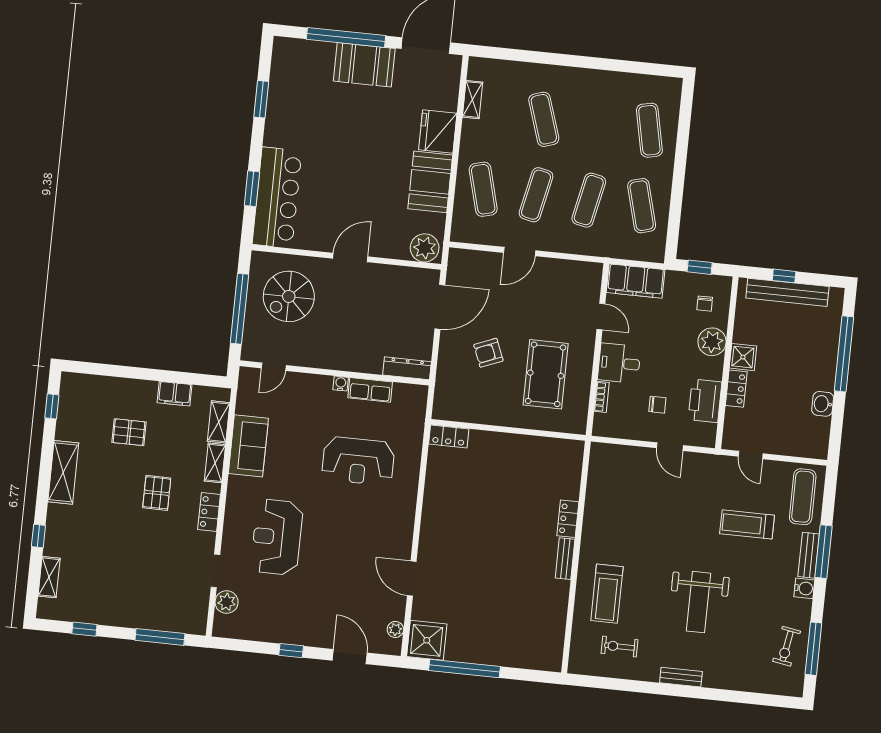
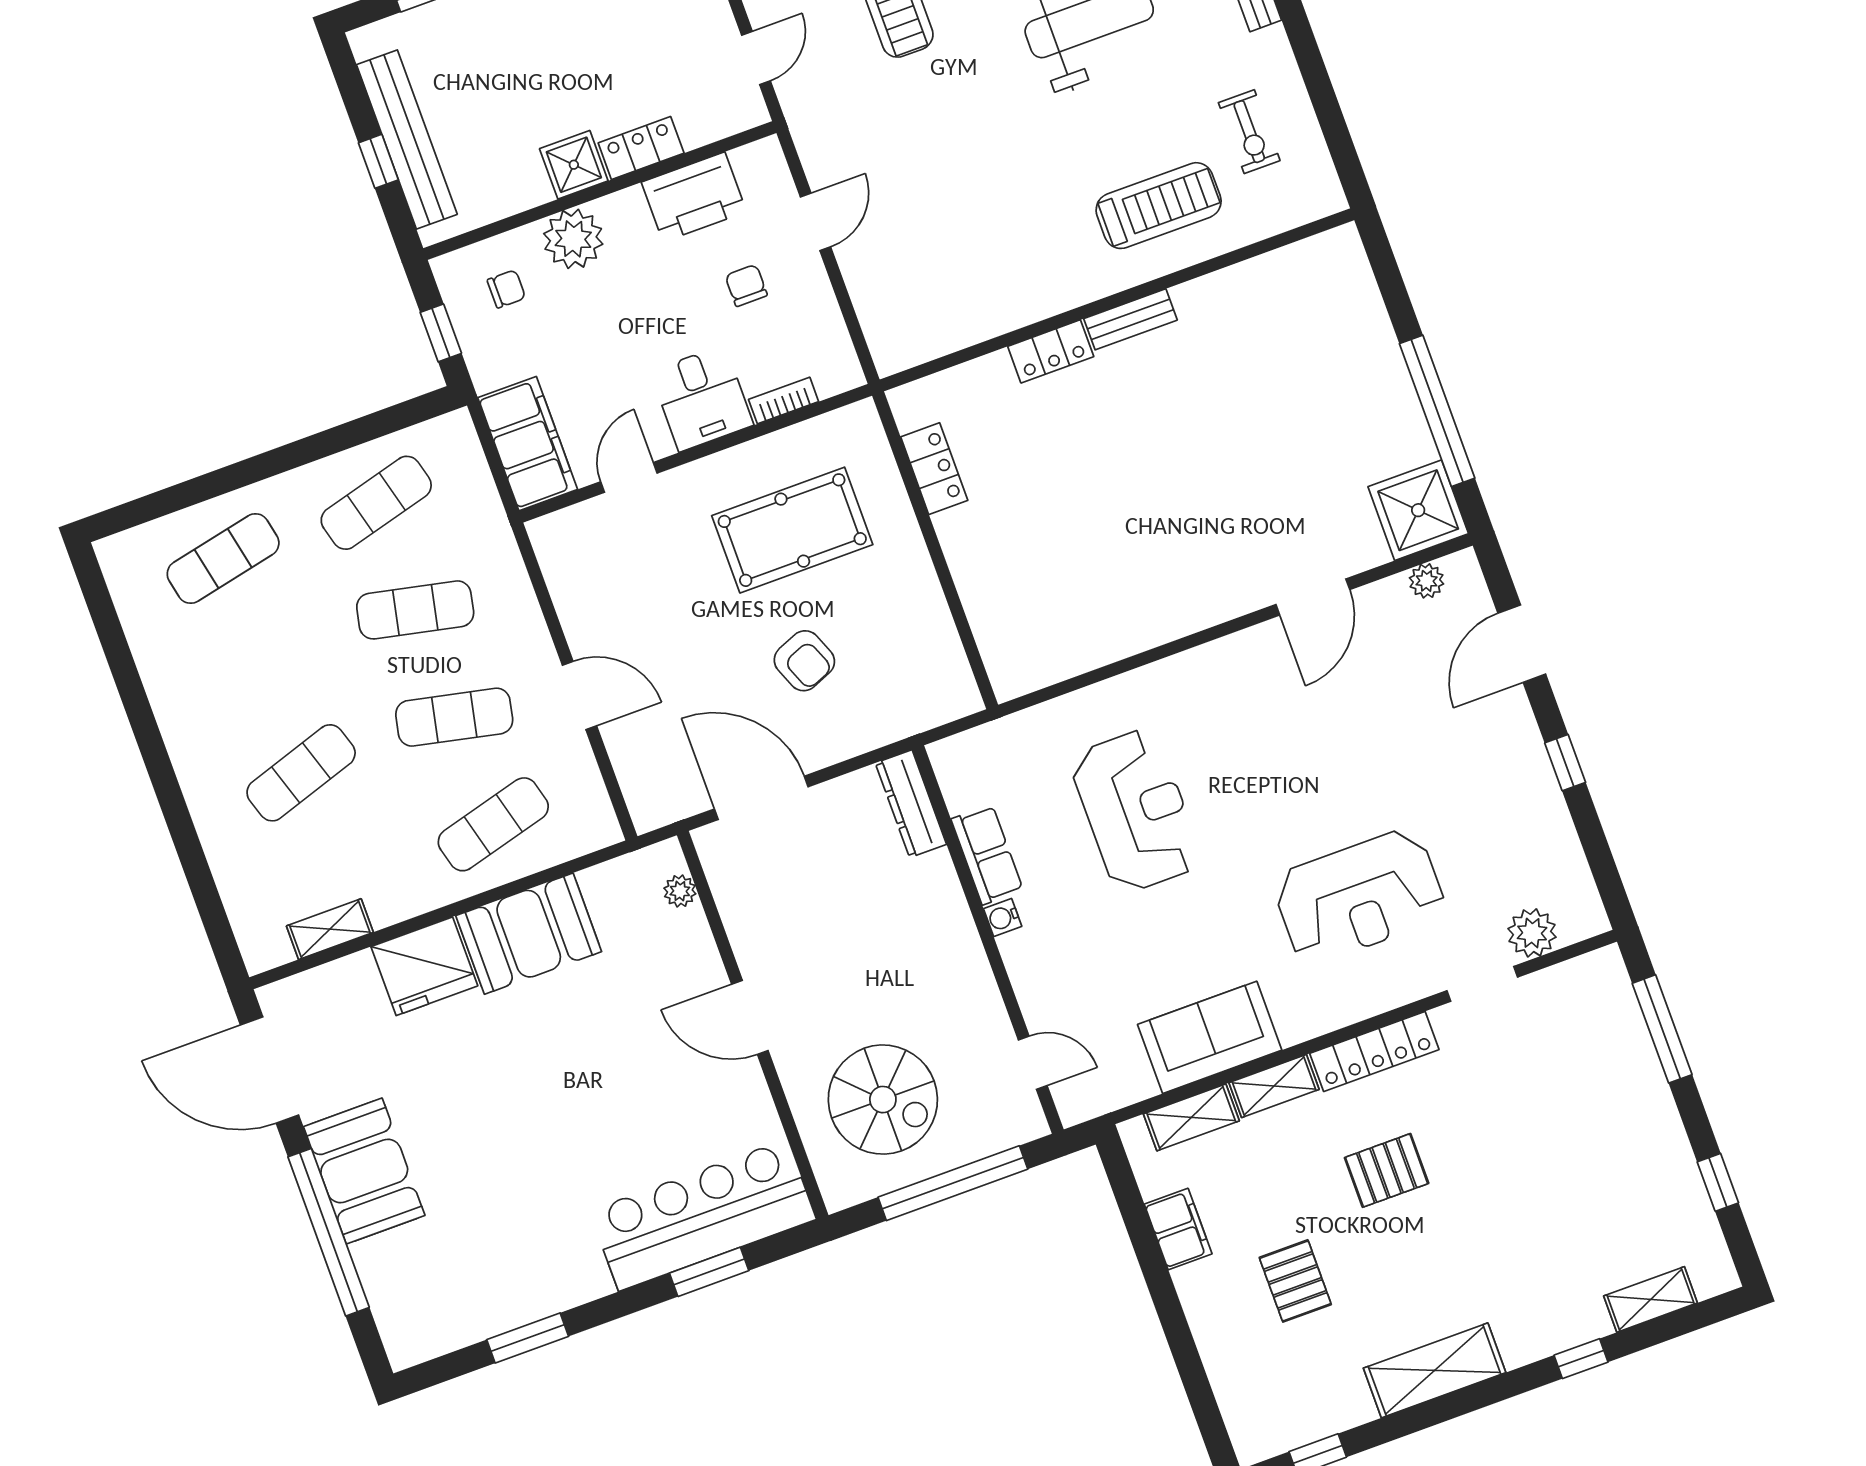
plant: (425, 248) -> (680, 891), width x0.53, depth x0.53
locker: (449, 436) -> (934, 469), moved
locker: (209, 512) -> (1374, 1051), width x1.53

